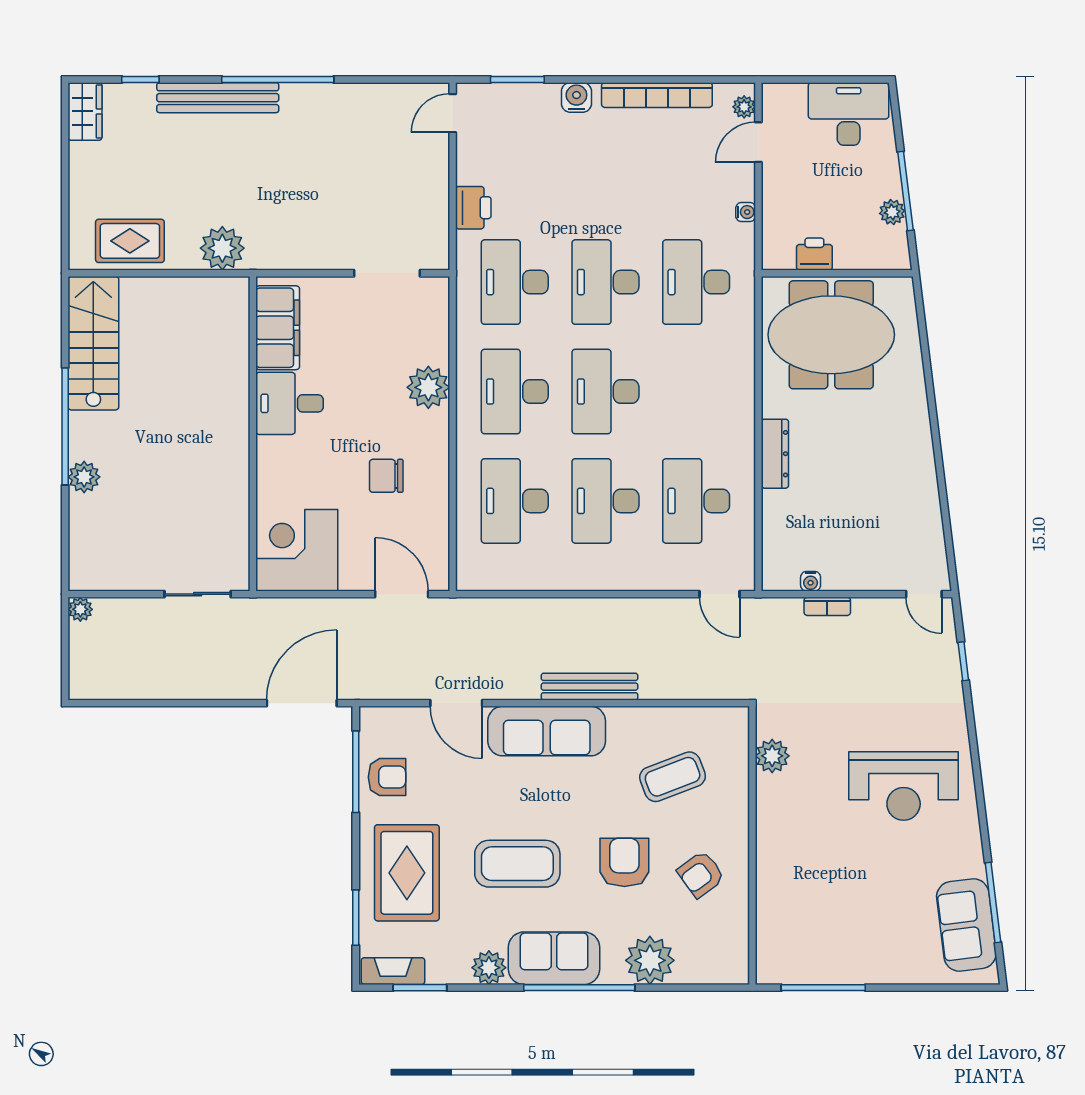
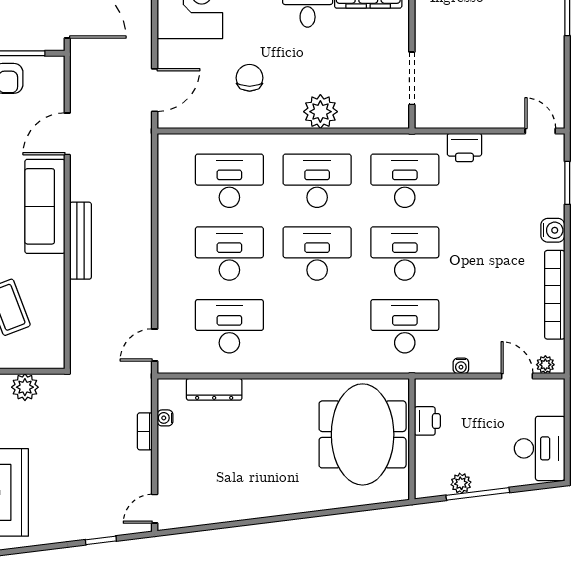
dresser: (775, 454) -> (214, 389), moved

